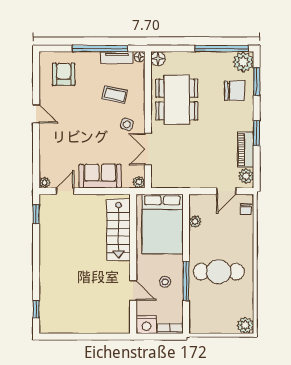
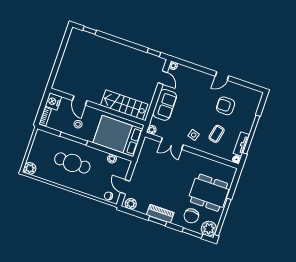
floor lamp: (158, 59) -> (231, 171), removed
armchair: (64, 74) -> (226, 106), moved, turned 180
dining table: (177, 100) -> (209, 193), moved
double door: (148, 149) -> (172, 143), swing flipped
piano: (246, 150) -> (160, 214), moved
cafe table: (219, 272) -> (72, 163), turned 90
door: (133, 290) -> (80, 101), hinge flipped

